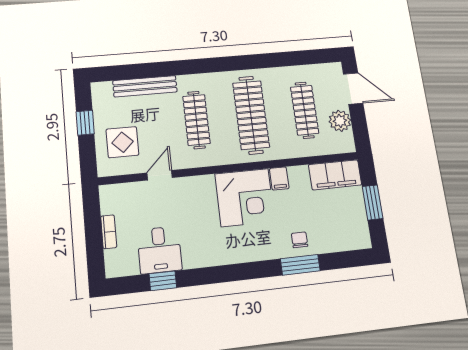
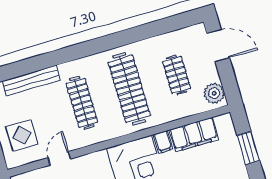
clothes rail: (305, 110) -> (177, 75), width x0.73
plant: (340, 121) -> (214, 93), moved
filing cabinet: (335, 175) -> (194, 135), moved

